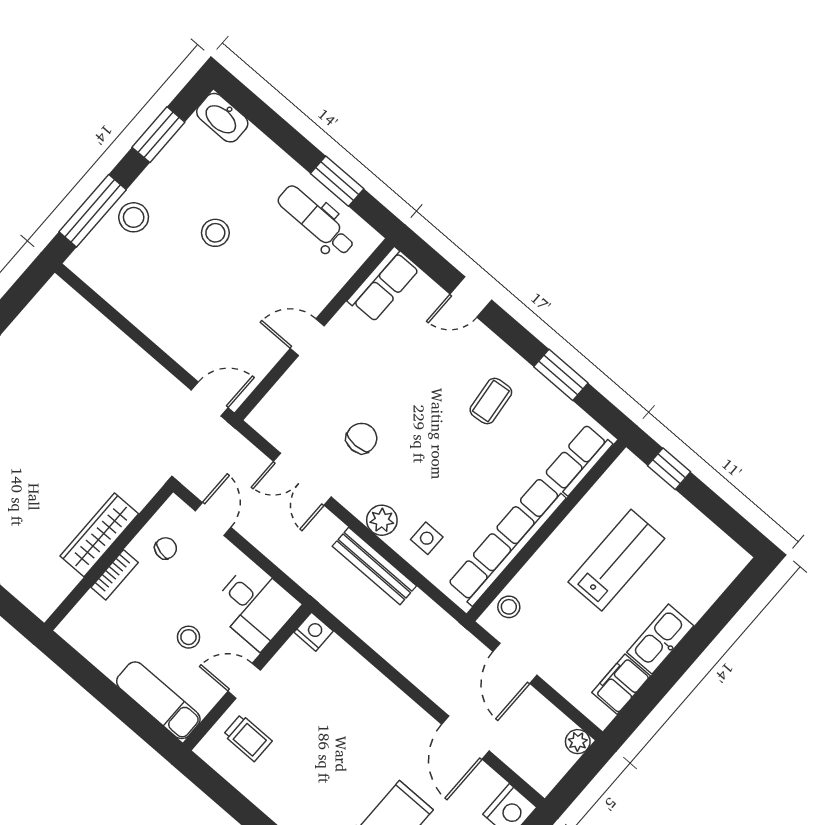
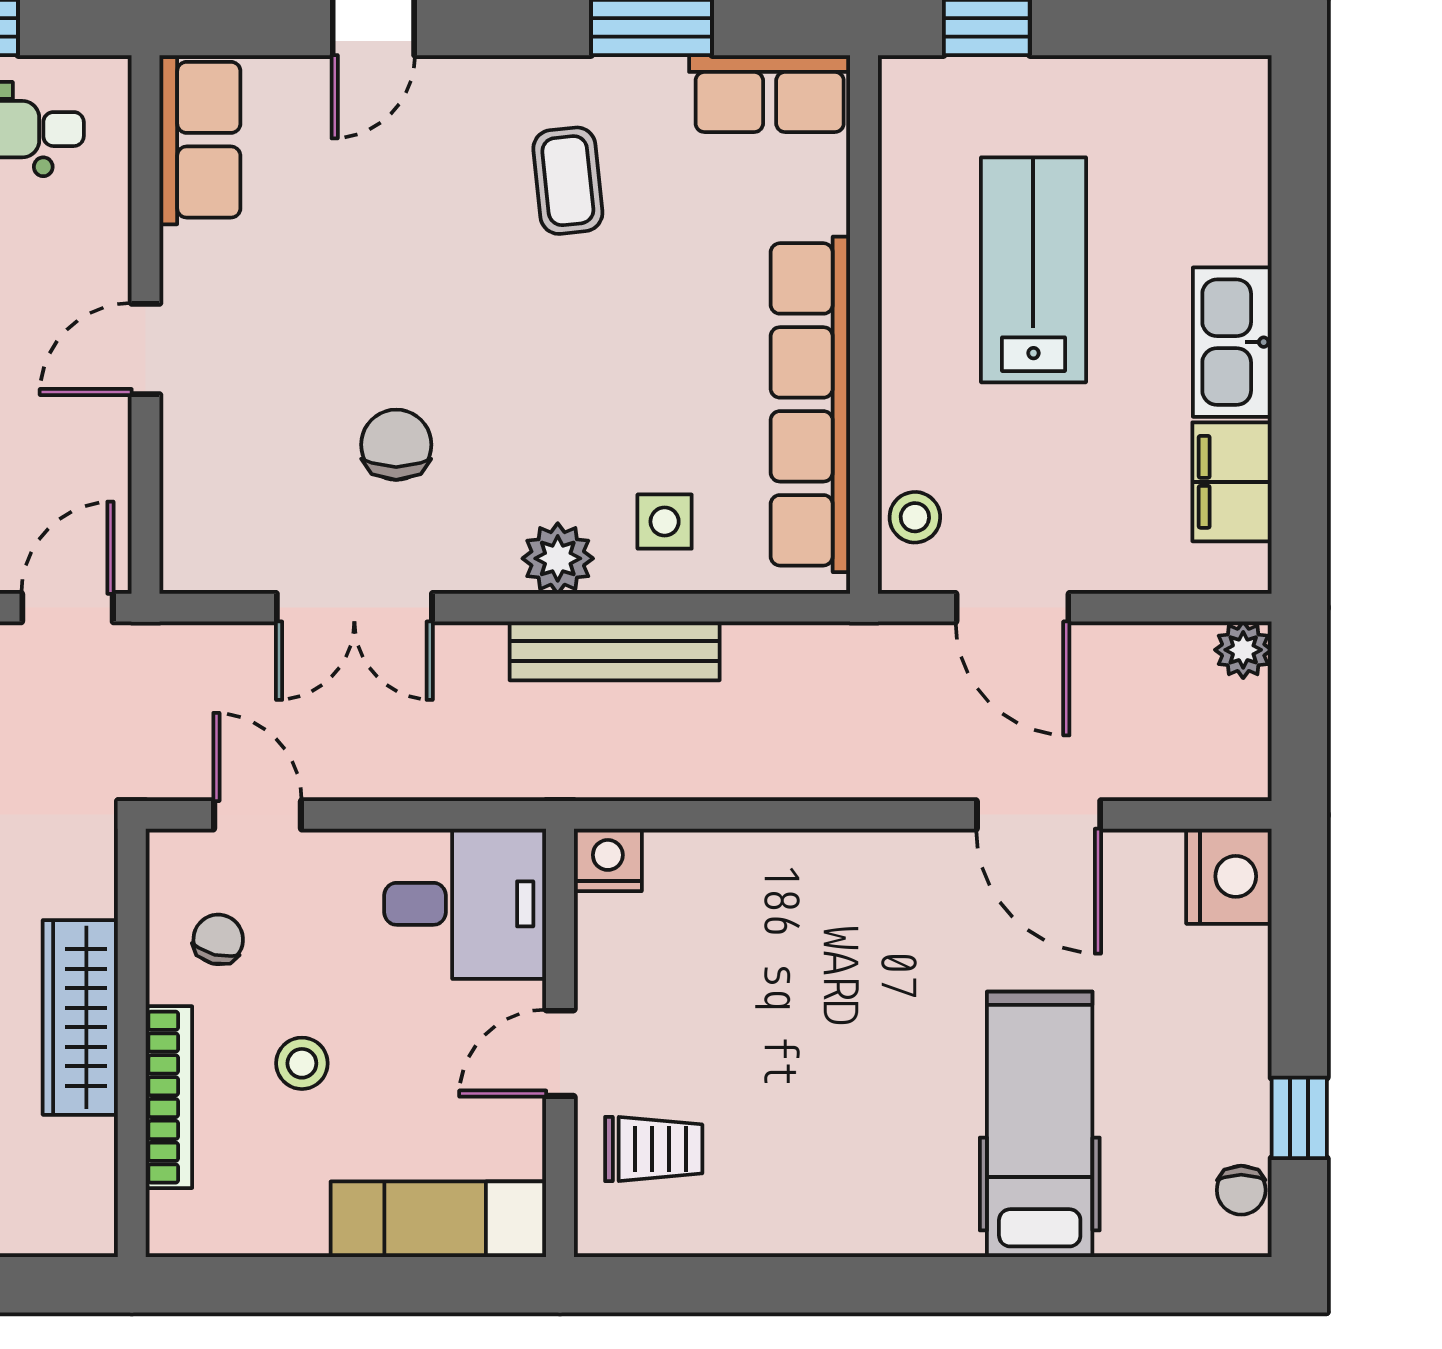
row of seats: (578, 459) -> (770, 94), moved, turned -90
bookcase: (115, 575) -> (169, 1097), width x1.56
stool: (188, 637) -> (302, 1063), moved

